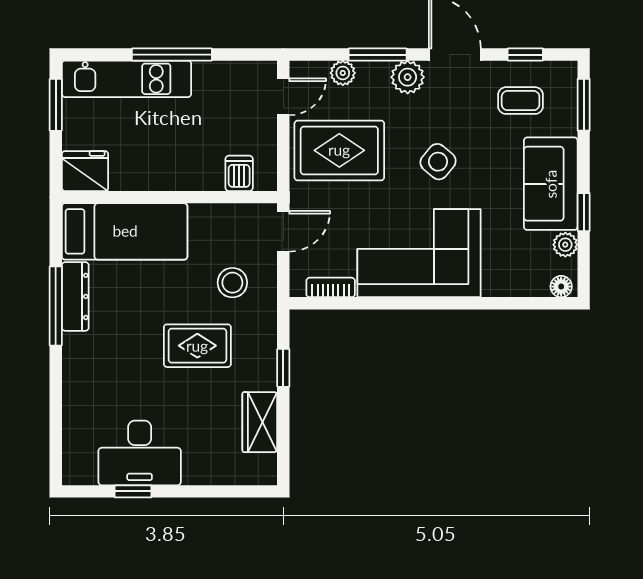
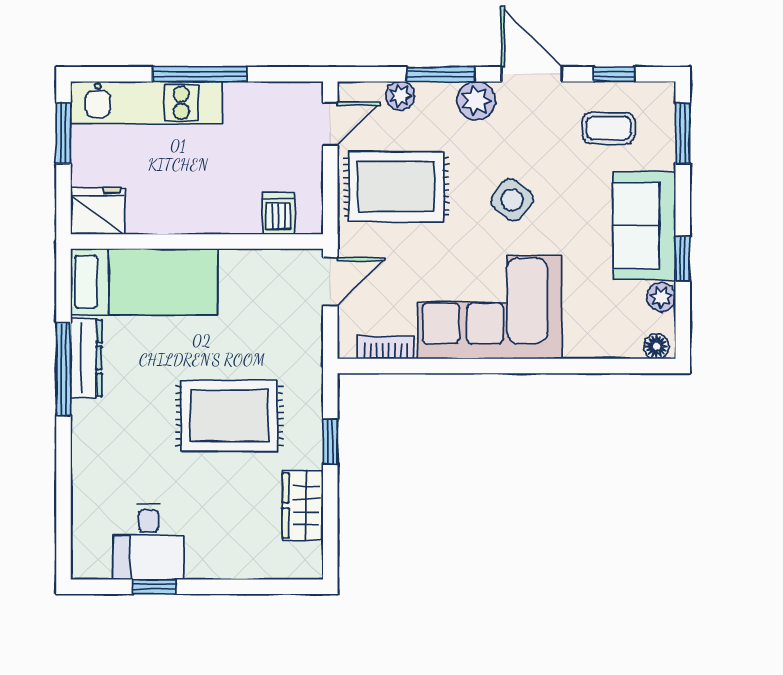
stool: (232, 283) -> (271, 342), removed
rug: (197, 346) -> (230, 416), width x1.36, depth x1.43
desk: (140, 453) -> (149, 542), width x0.73

